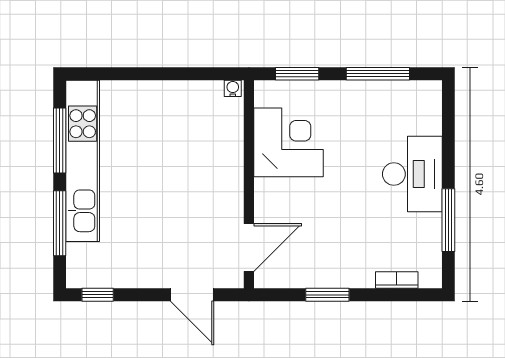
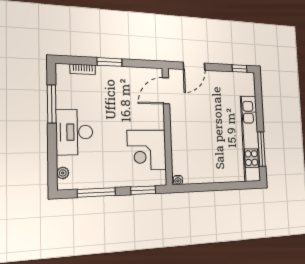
plant: (432, 108) -> (63, 173), added
window: (60, 223) -> (259, 106), removed
door: (192, 295) -> (194, 66), swing flipped
window: (327, 295) -> (110, 62), moved

